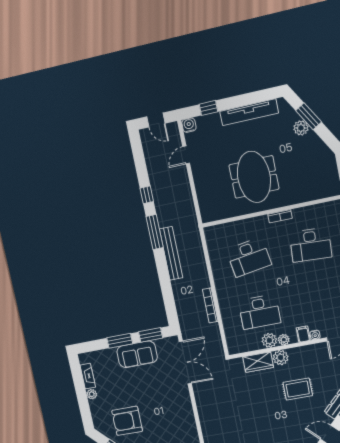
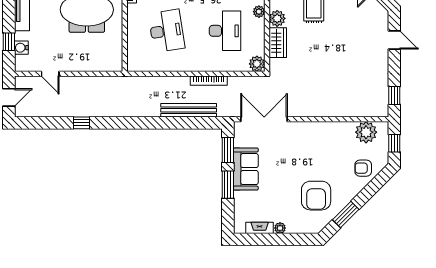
water cooler: (189, 125) -> (21, 48), moved
window: (155, 232) -> (121, 123), removed
bench: (171, 253) -> (189, 110), moved
plant: (269, 340) -> (257, 64), moved

